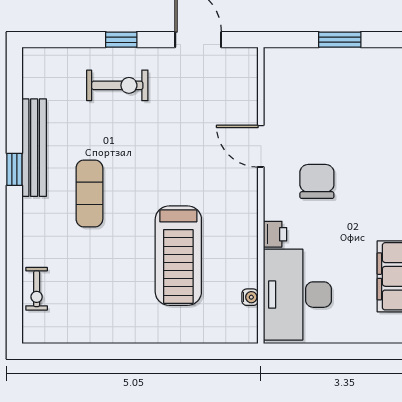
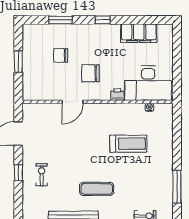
exercise bike: (117, 85) -> (42, 175), width x0.73, depth x0.72
chair: (352, 123) -> (61, 55), added
treadmill: (178, 256) -> (128, 144), width x0.73, depth x0.73
window: (94, 351) -> (177, 187), added

